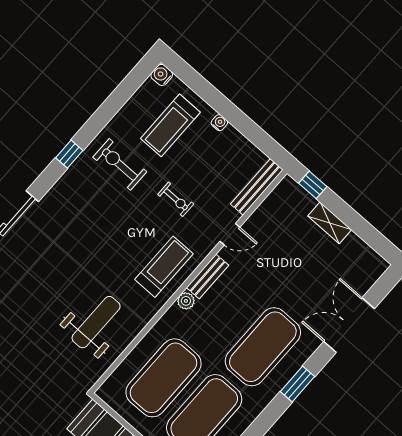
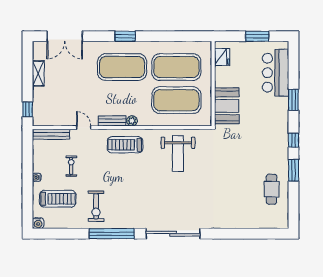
window: (69, 154) -> (112, 234), width x3.17
exercise bike: (176, 199) -> (71, 166), moved
shelving: (330, 223) -> (38, 73), moved
weight bench: (96, 322) -> (178, 154), turned -90
double door: (349, 325) -> (65, 36), moved

